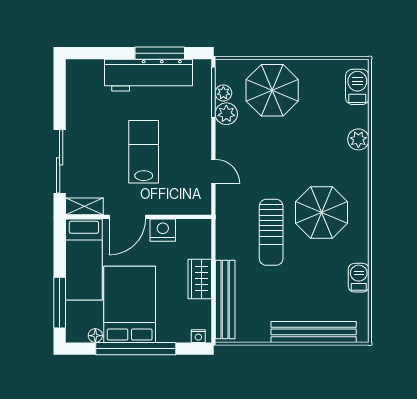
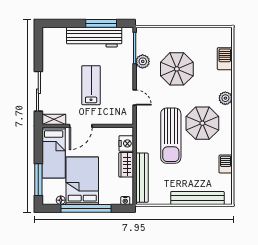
barbecue: (357, 87) -> (225, 59), moved
parasol: (272, 90) -> (177, 69), moved
plant: (223, 93) -> (141, 48), removed
plant: (358, 139) -> (225, 98), moved
nightstand: (163, 230) -> (126, 143), moved, turned 90
sun lounger: (271, 232) -> (171, 136), width x1.36, depth x1.34

